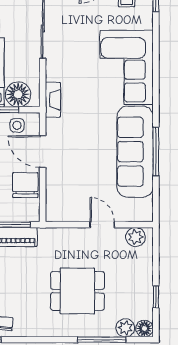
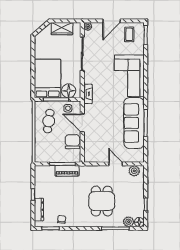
dining table: (77, 291) -> (102, 201), turned 90

